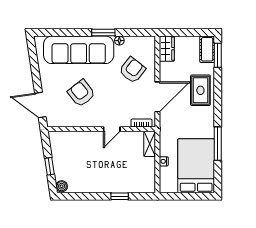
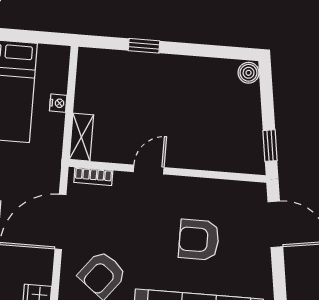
armchair: (81, 93) -> (199, 240), turned 128
window: (49, 166) -> (270, 146), moved

